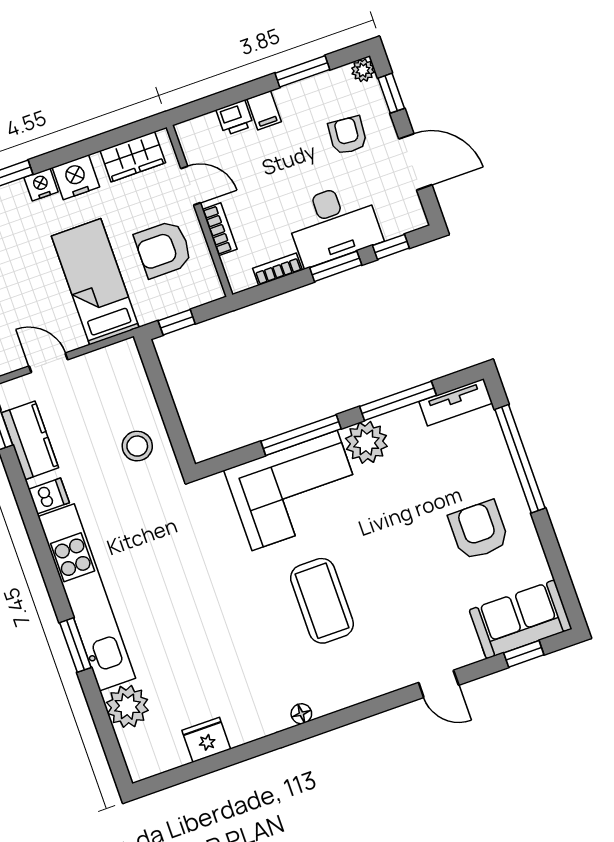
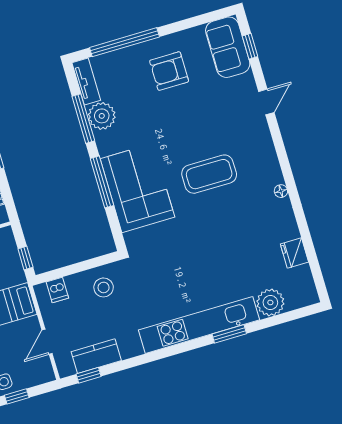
plant: (366, 442) -> (102, 116), moved
dishwasher: (49, 496) -> (57, 290), moved, turned 180

